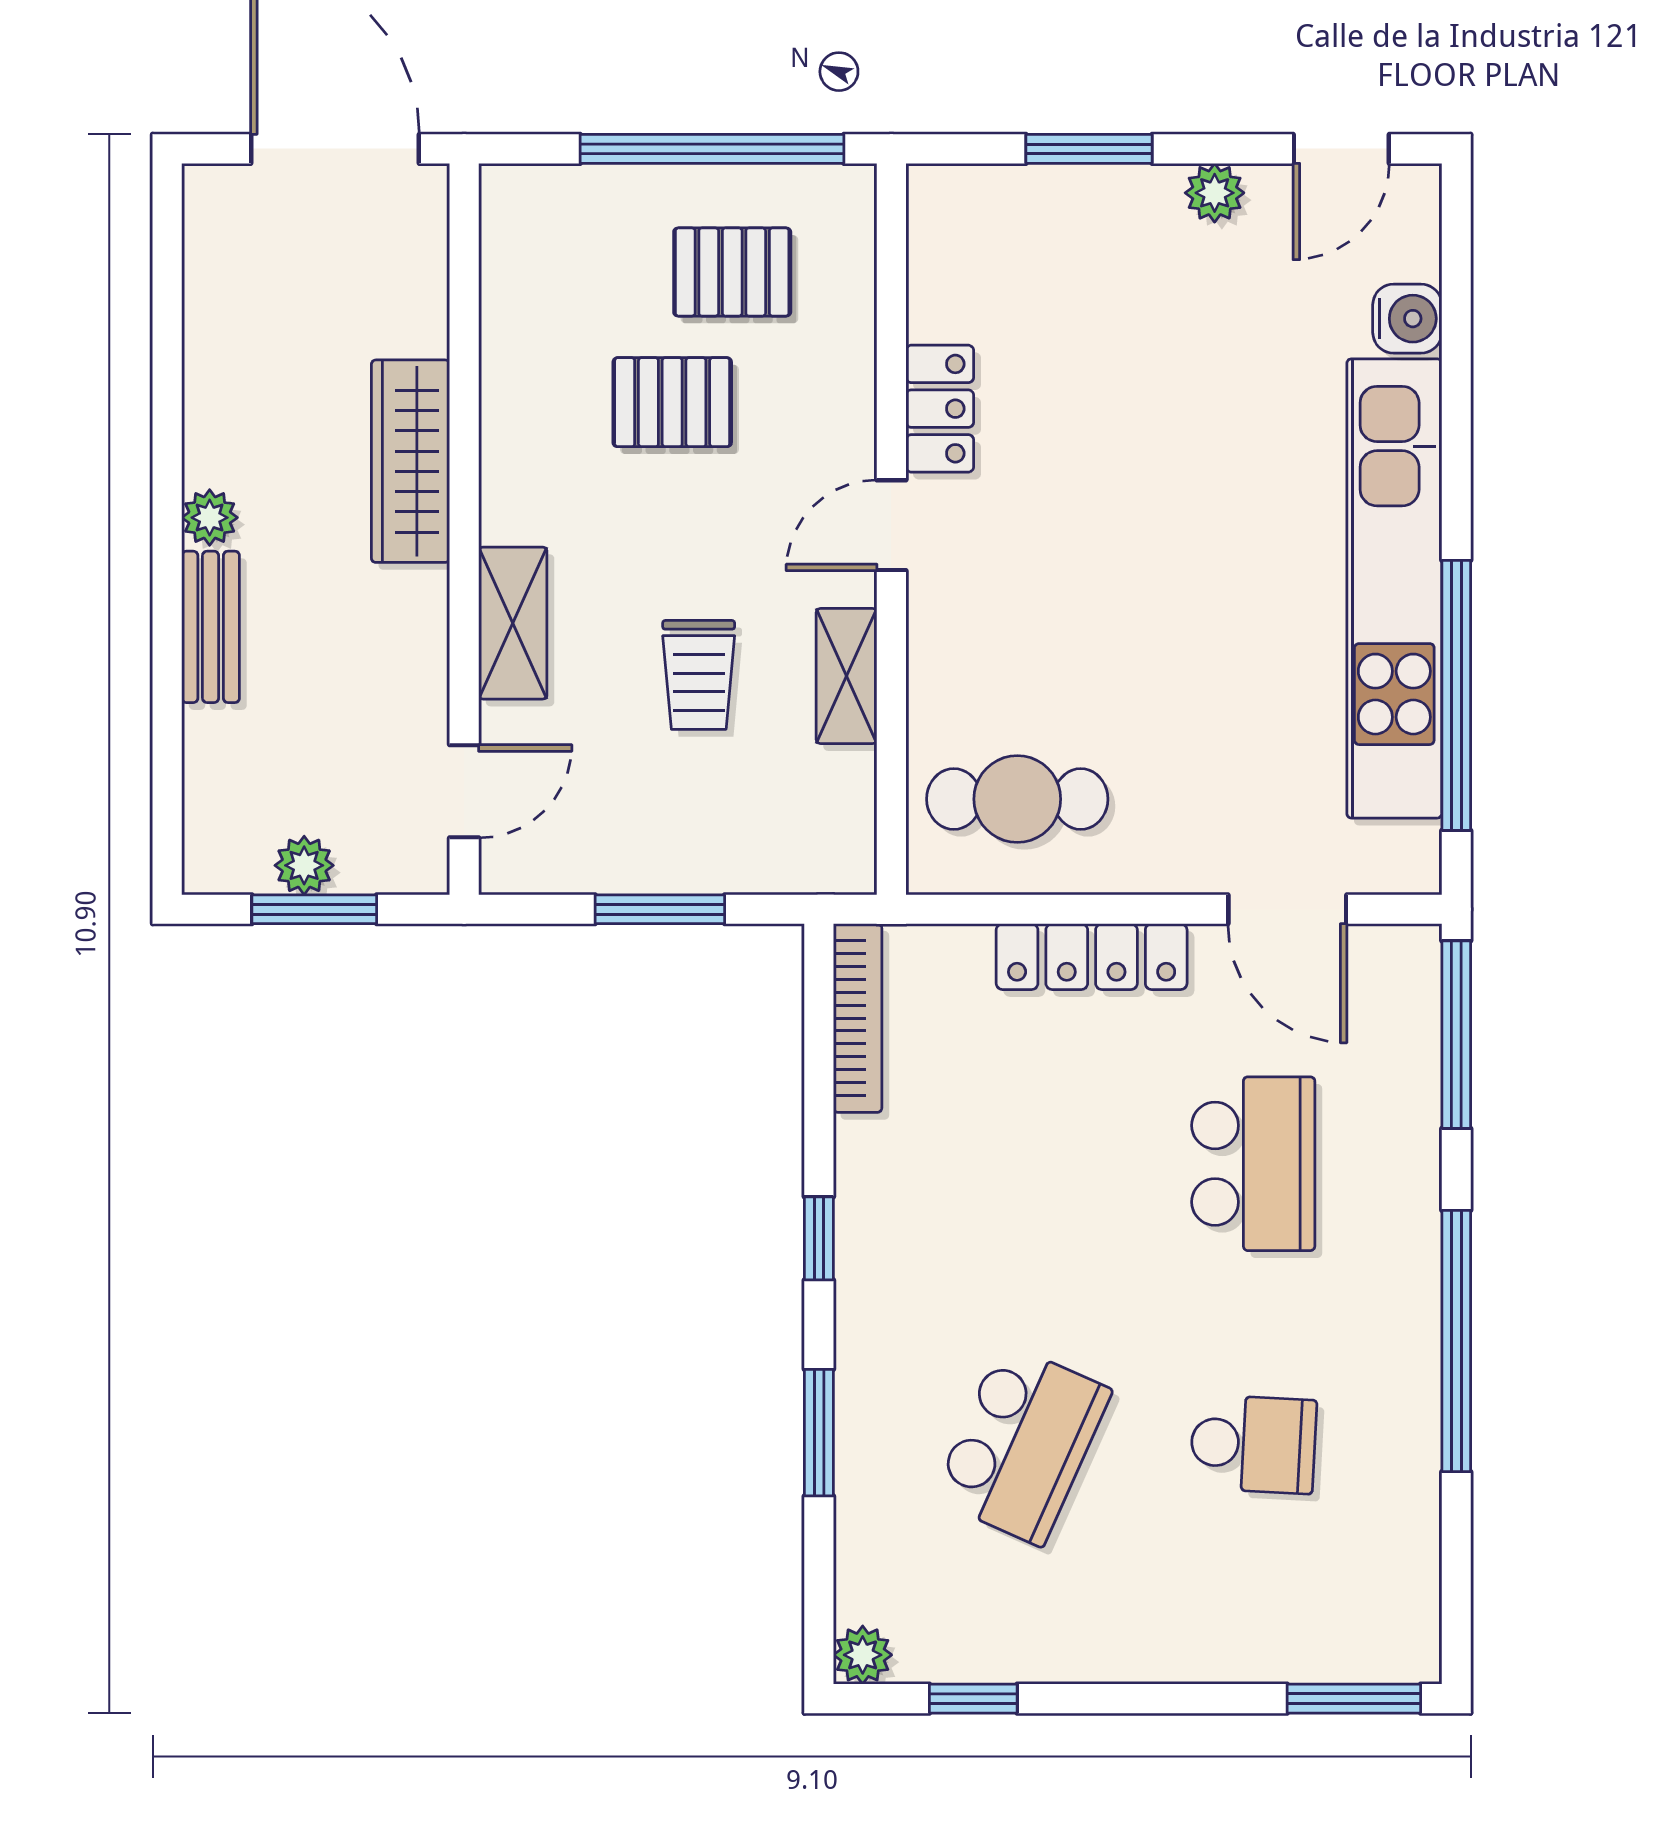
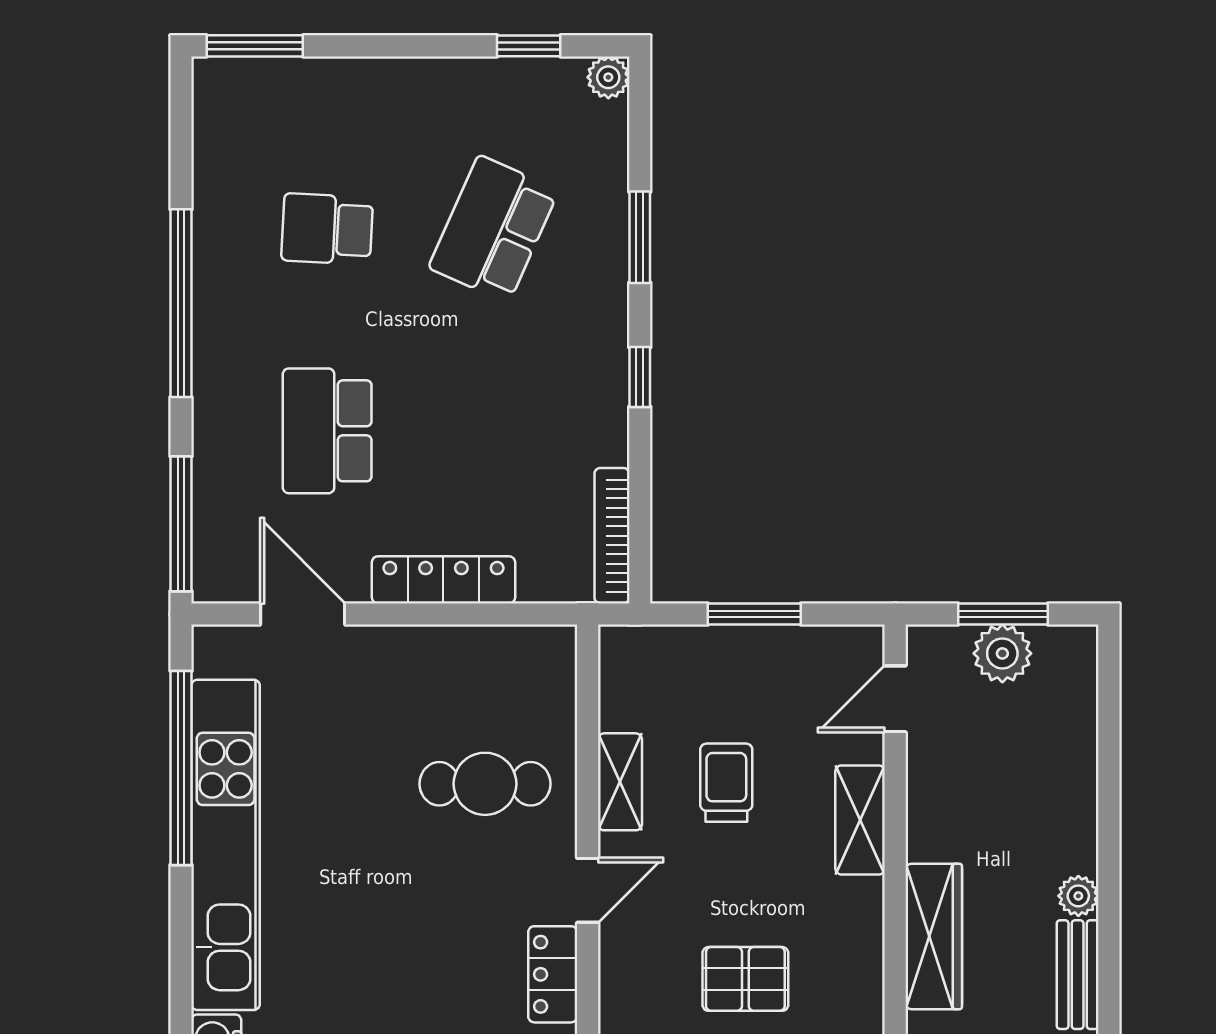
bench: (211, 627) -> (1078, 975), moved
cafe table: (1017, 799) -> (485, 784), moved
plant: (304, 865) -> (1002, 653), width x1.38, depth x1.38

